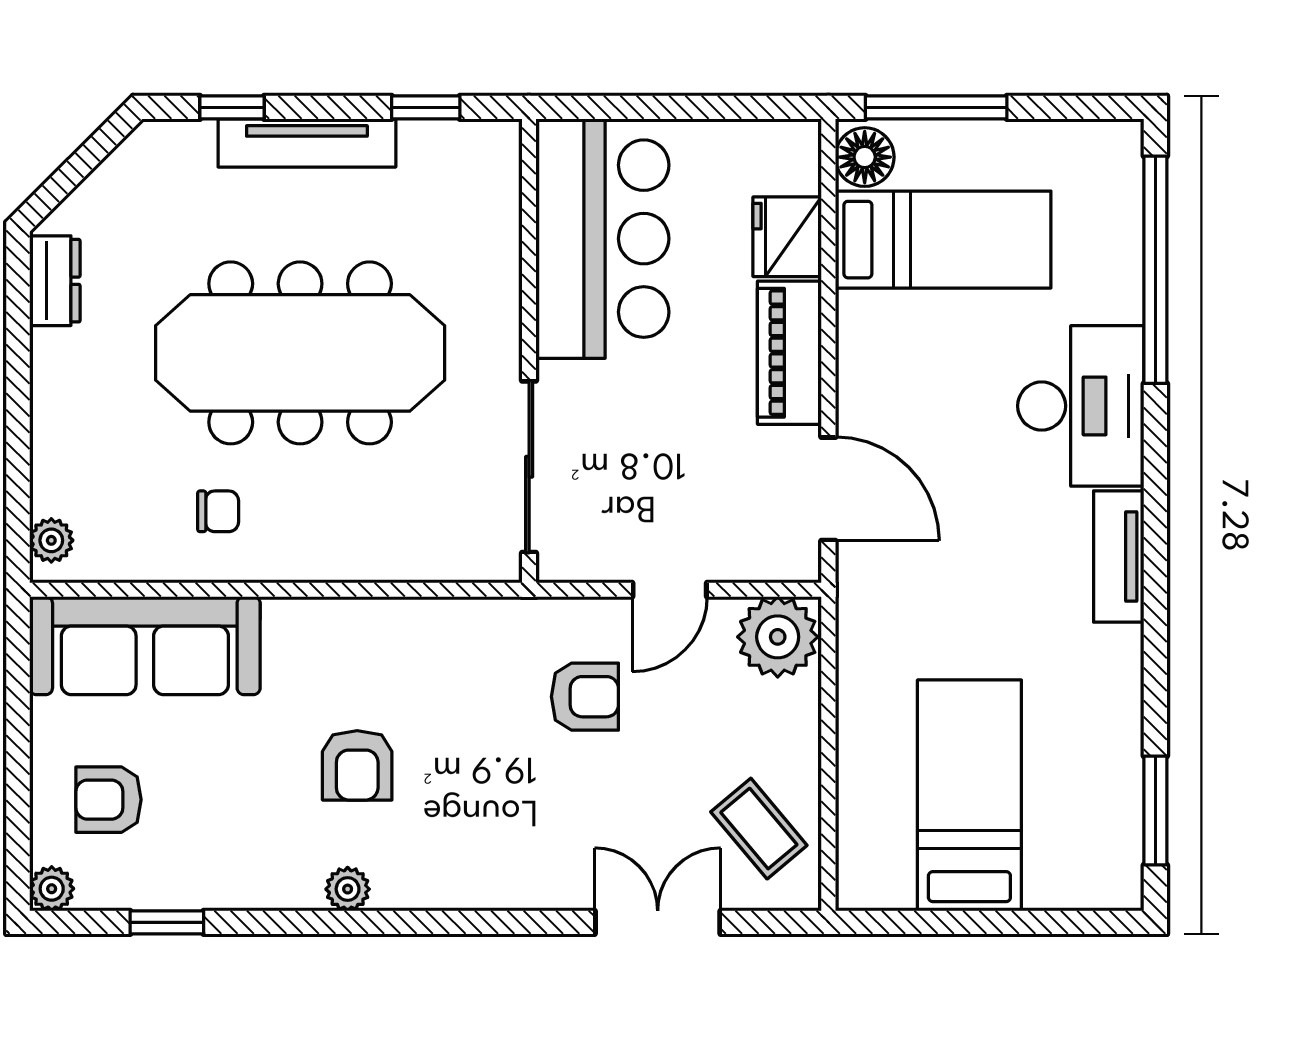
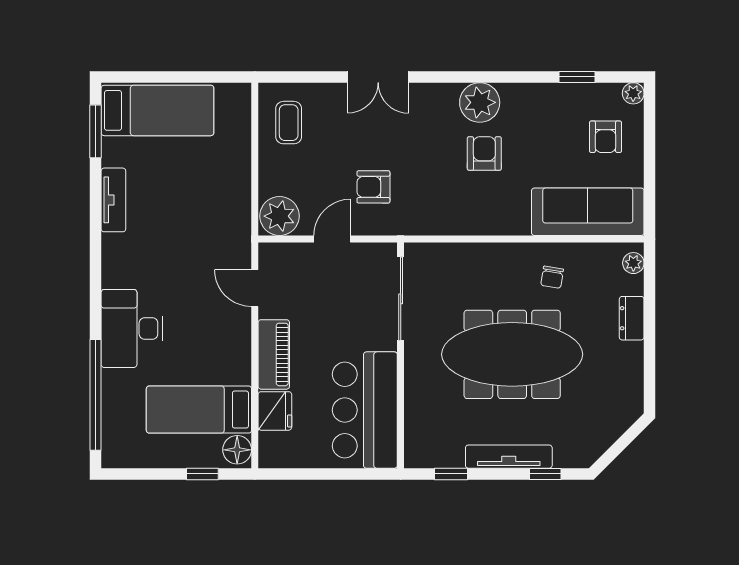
window: (936, 107) -> (202, 474), width x0.46
dresser: (55, 281) -> (632, 318), moved
door: (828, 489) -> (255, 288), width x0.73
chair: (218, 511) -> (552, 277), turned -81
tv unit: (1119, 557) -> (113, 200), moved
bed: (969, 795) -> (157, 110), moved, turned -90
armchair: (108, 800) -> (605, 137), turned 90
coffee table: (759, 829) -> (289, 123), turned 40
plant: (348, 889) -> (480, 102), width x1.88, depth x1.88
double door: (658, 922) -> (378, 77), moved

